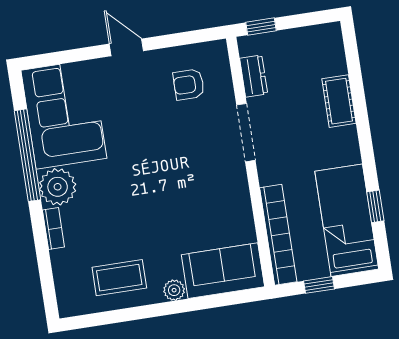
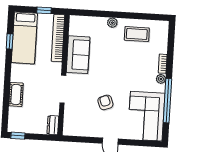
window: (261, 27) -> (18, 136), moved
dresser: (254, 76) -> (53, 125), moved
armchair: (189, 84) -> (105, 102), moved, turned -111
plant: (58, 187) -> (161, 79), width x0.53, depth x0.53
sofa: (223, 271) -> (78, 55), moved, turned -90

